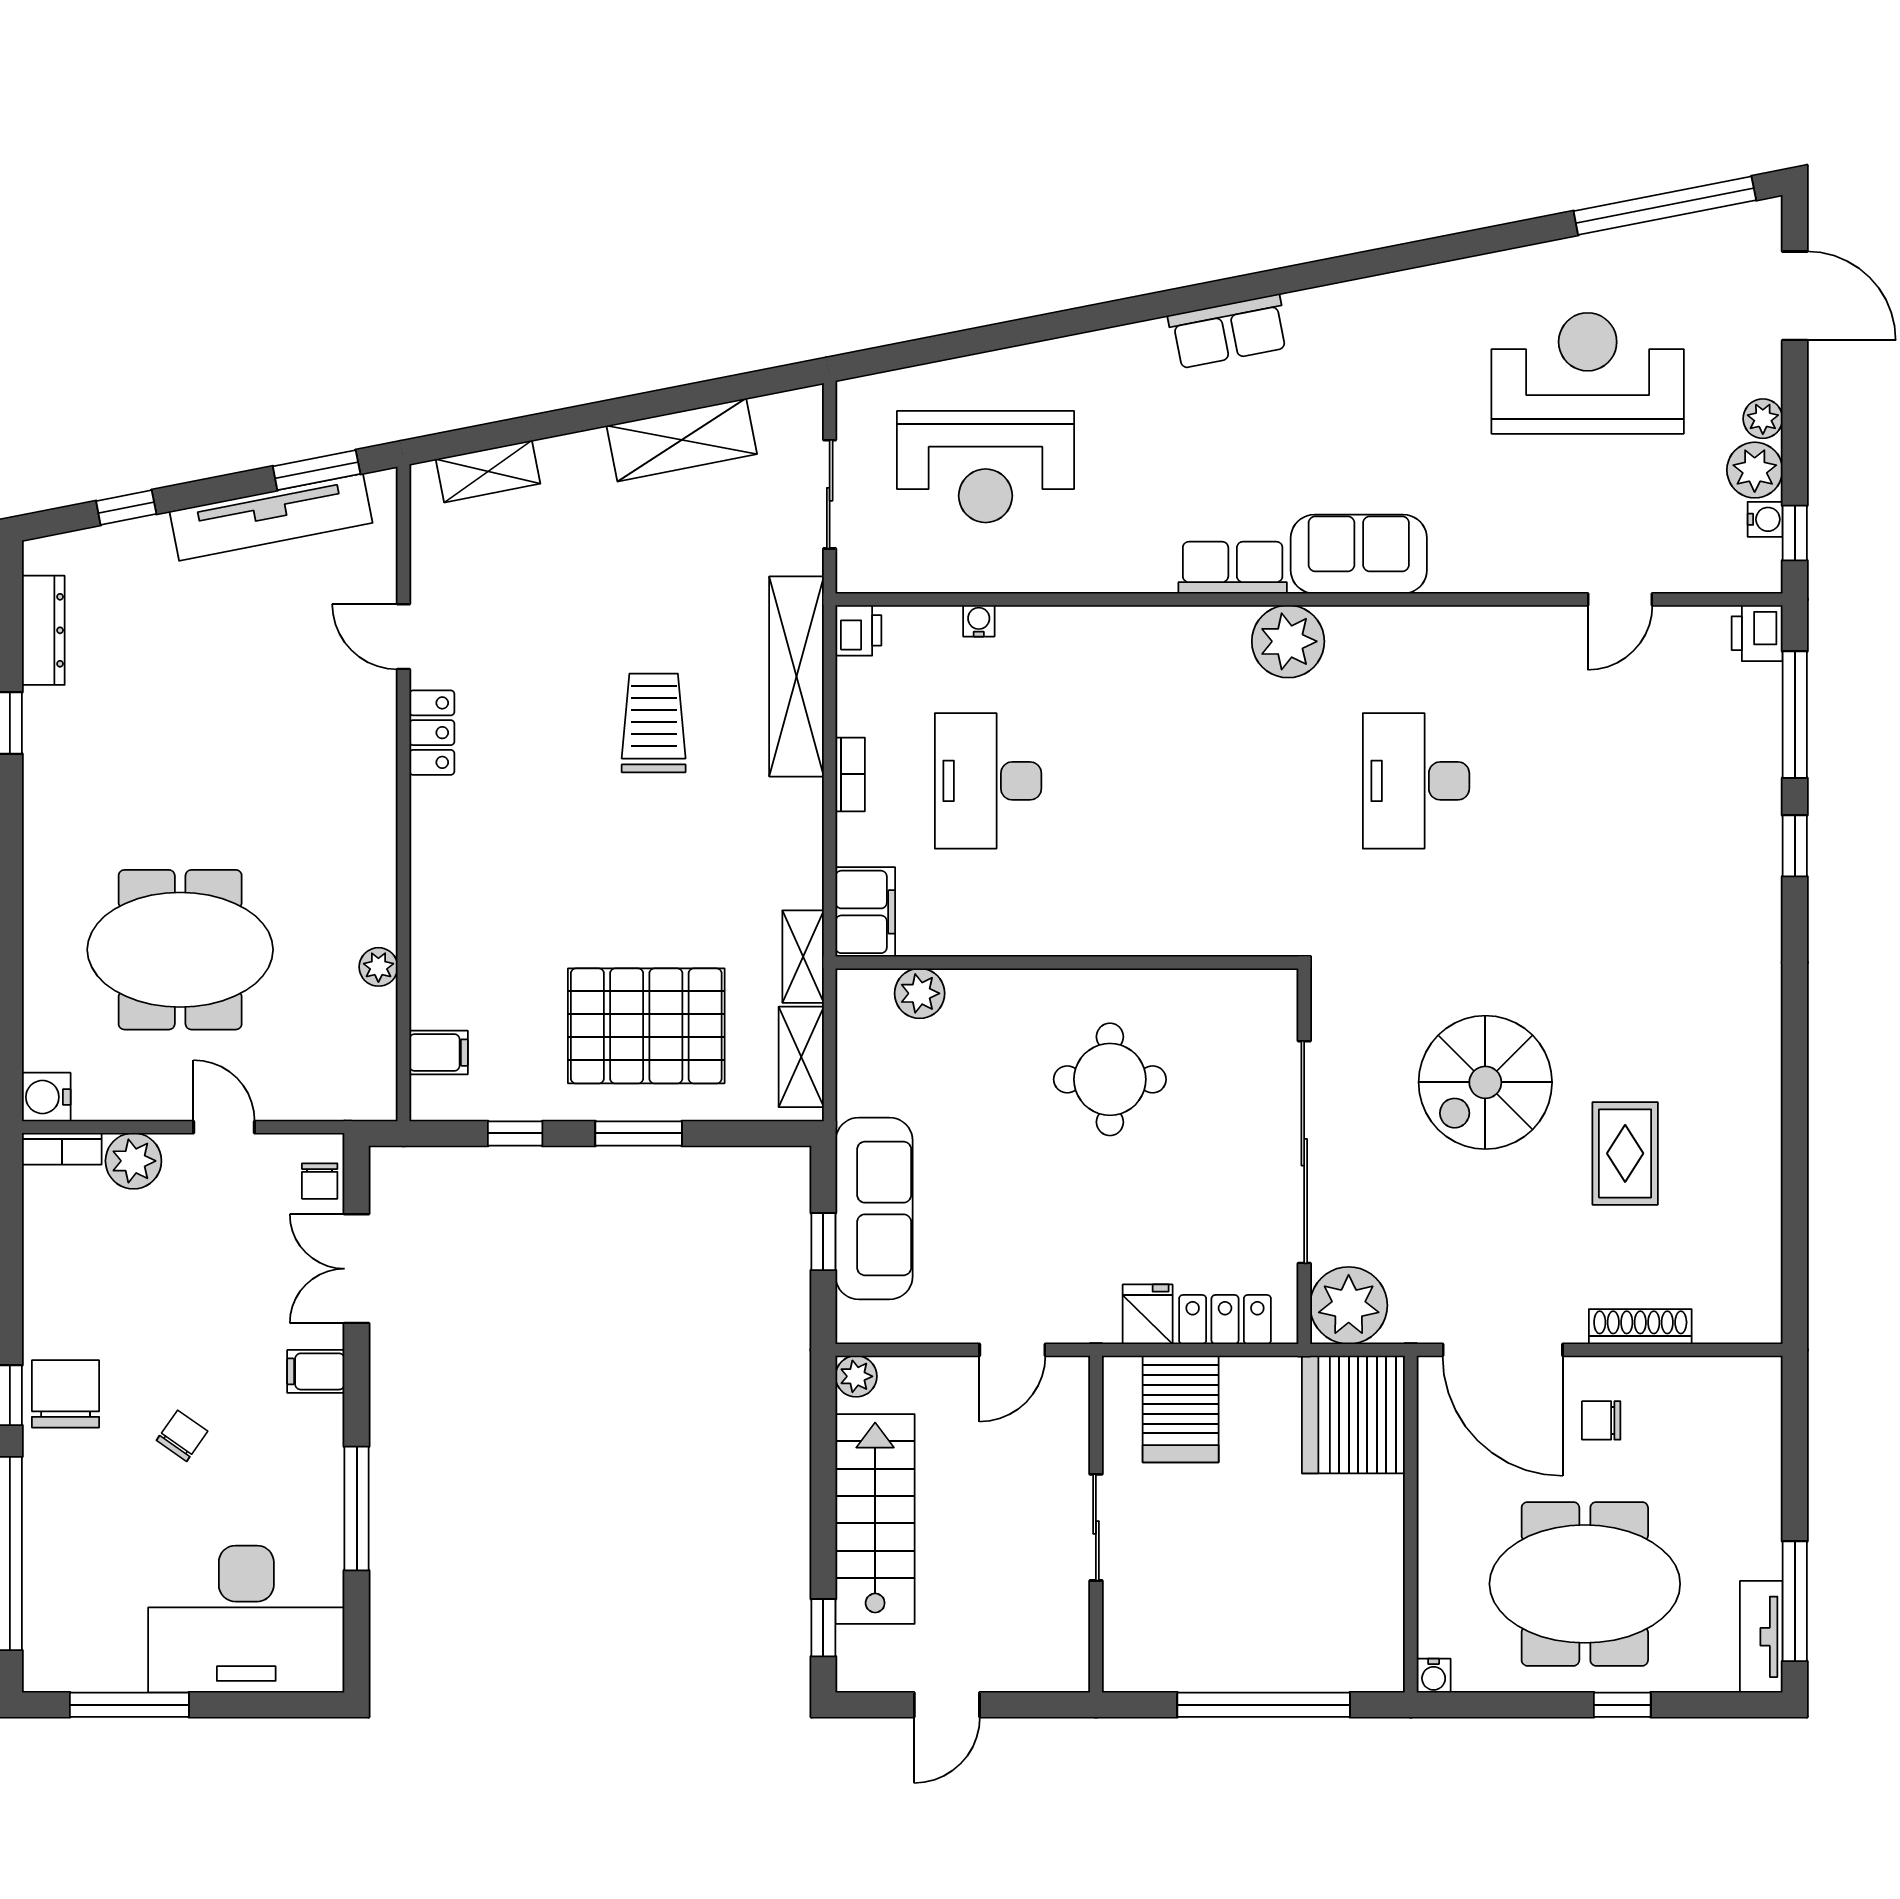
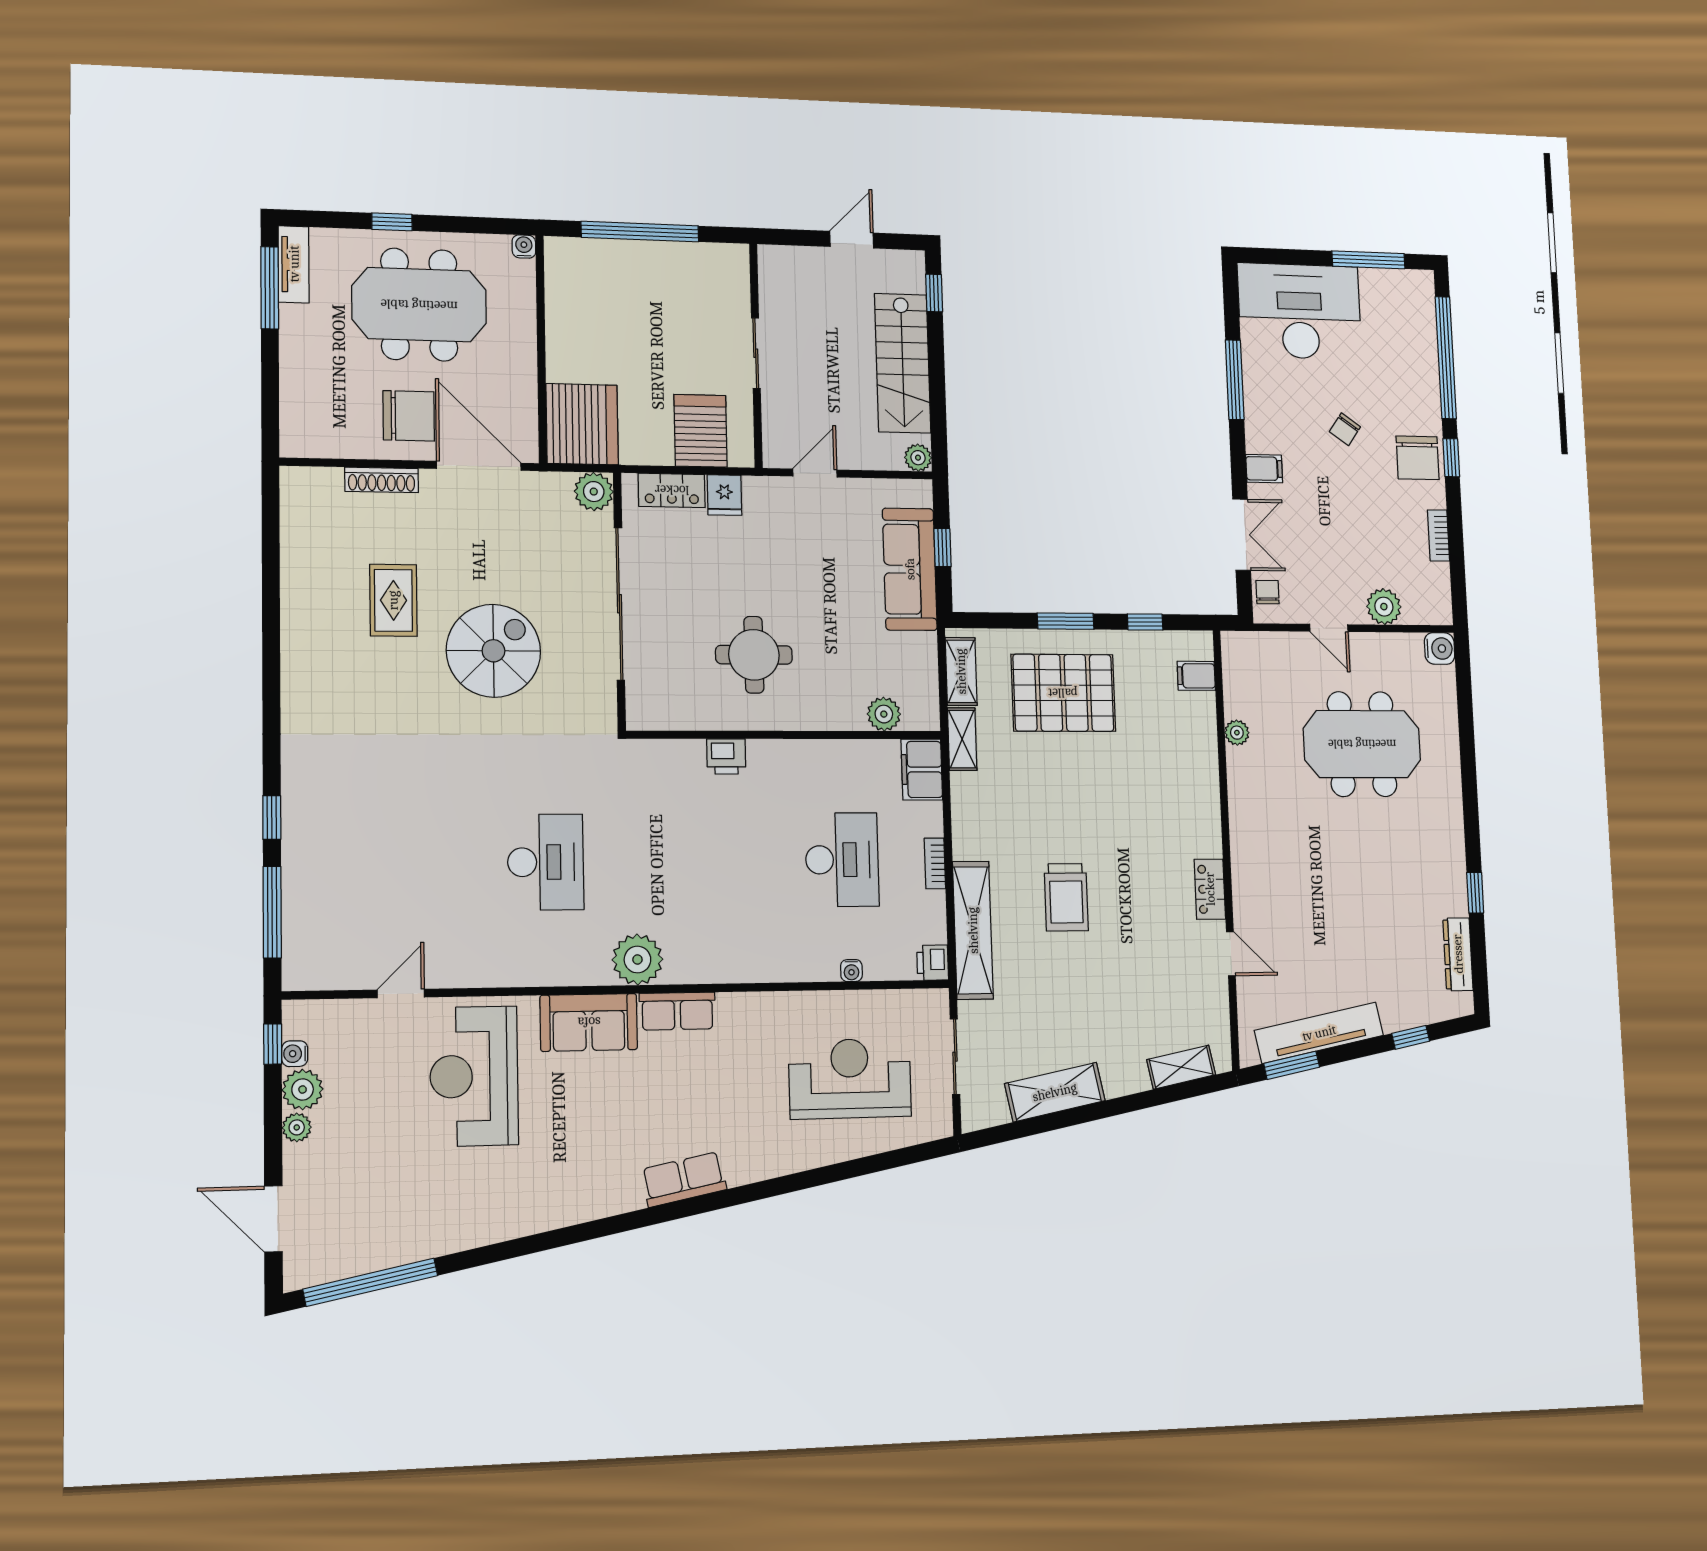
reception desk: (1588, 373) -> (474, 1076), moved, turned 90
printer: (1757, 633) -> (726, 756), moved, turned 90
bookcase: (62, 1149) -> (1439, 535), moved, turned -90
plant: (1349, 1305) -> (594, 492), width x0.73, depth x0.73
chair: (1601, 1420) -> (409, 416), width x1.87, depth x1.87

